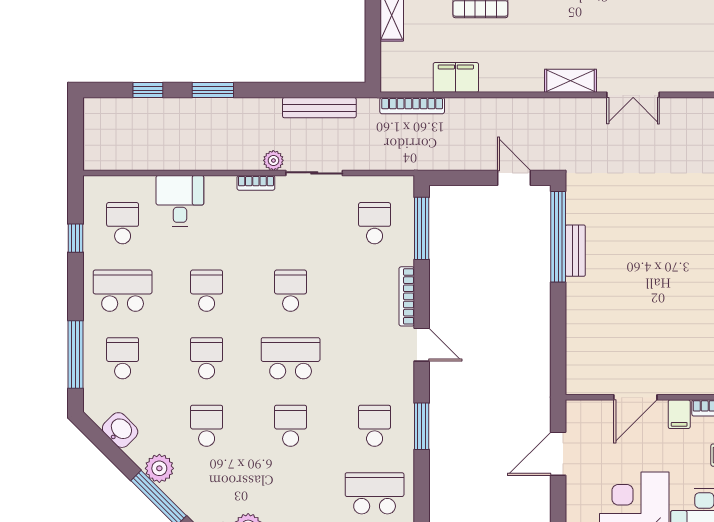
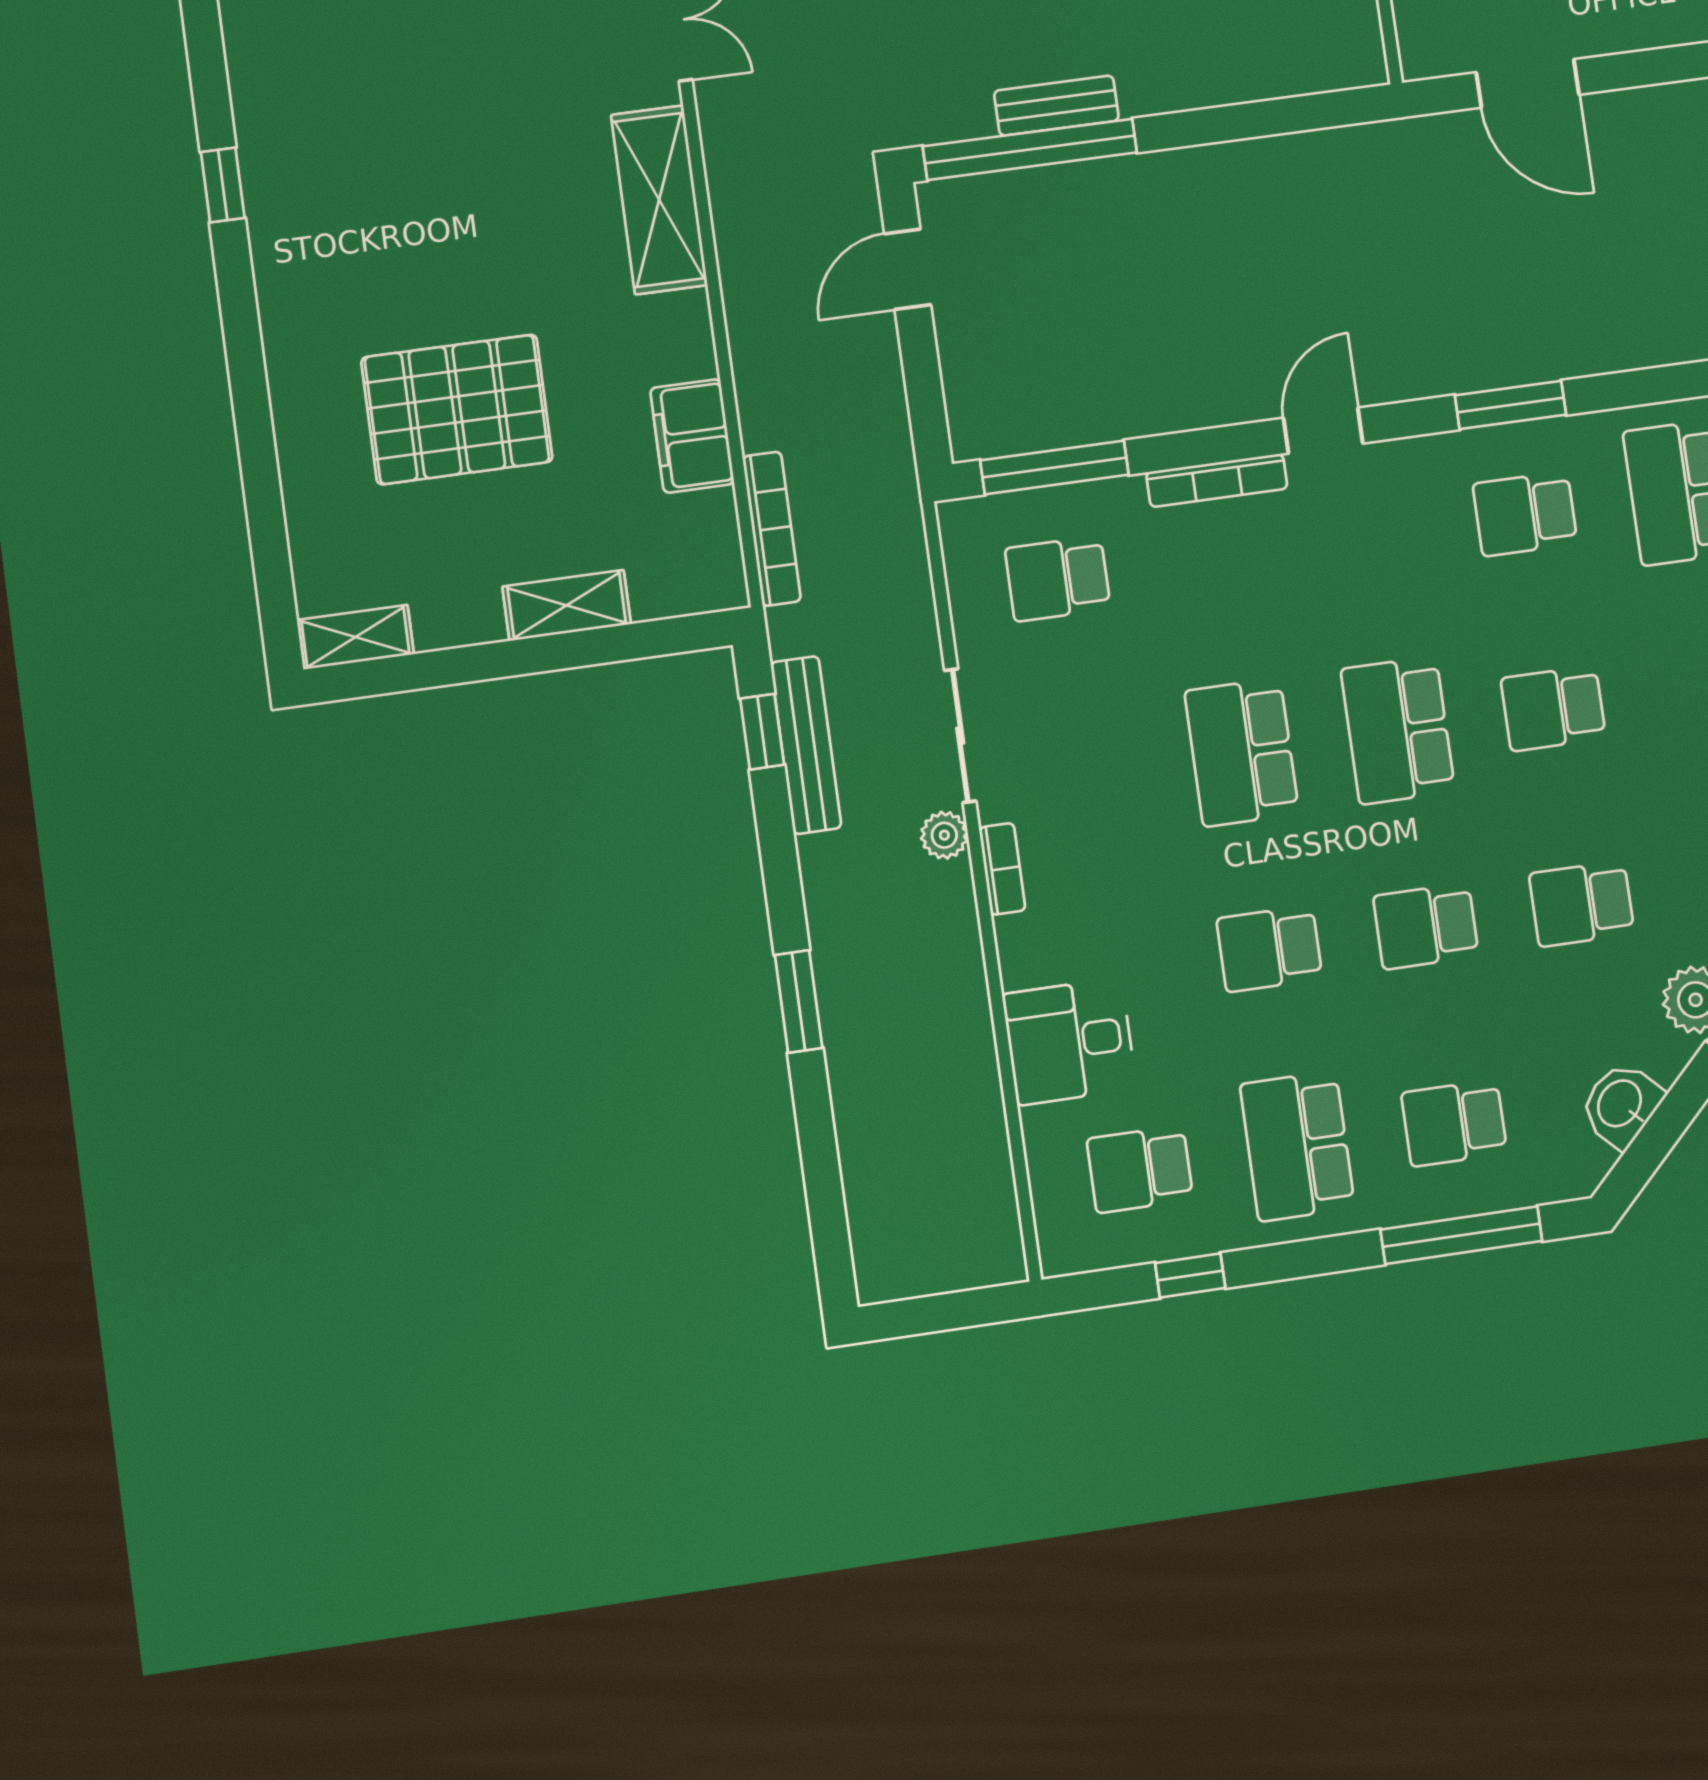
shelving: (571, 81) -> (659, 200), width x1.50, depth x1.33
window: (148, 90) -> (762, 732), moved
school desk: (291, 291) -> (1242, 752), width x1.85

